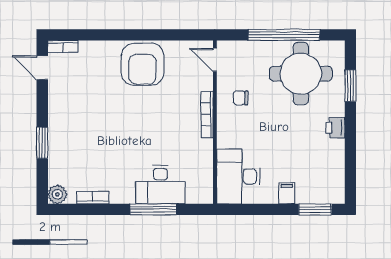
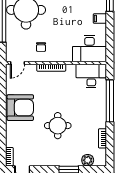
round table: (113, 125) -> (58, 126), added
desk: (160, 185) -> (91, 76), moved, turned -90
plant: (57, 194) -> (88, 160), moved
window: (153, 209) -> (110, 101), width x1.46

